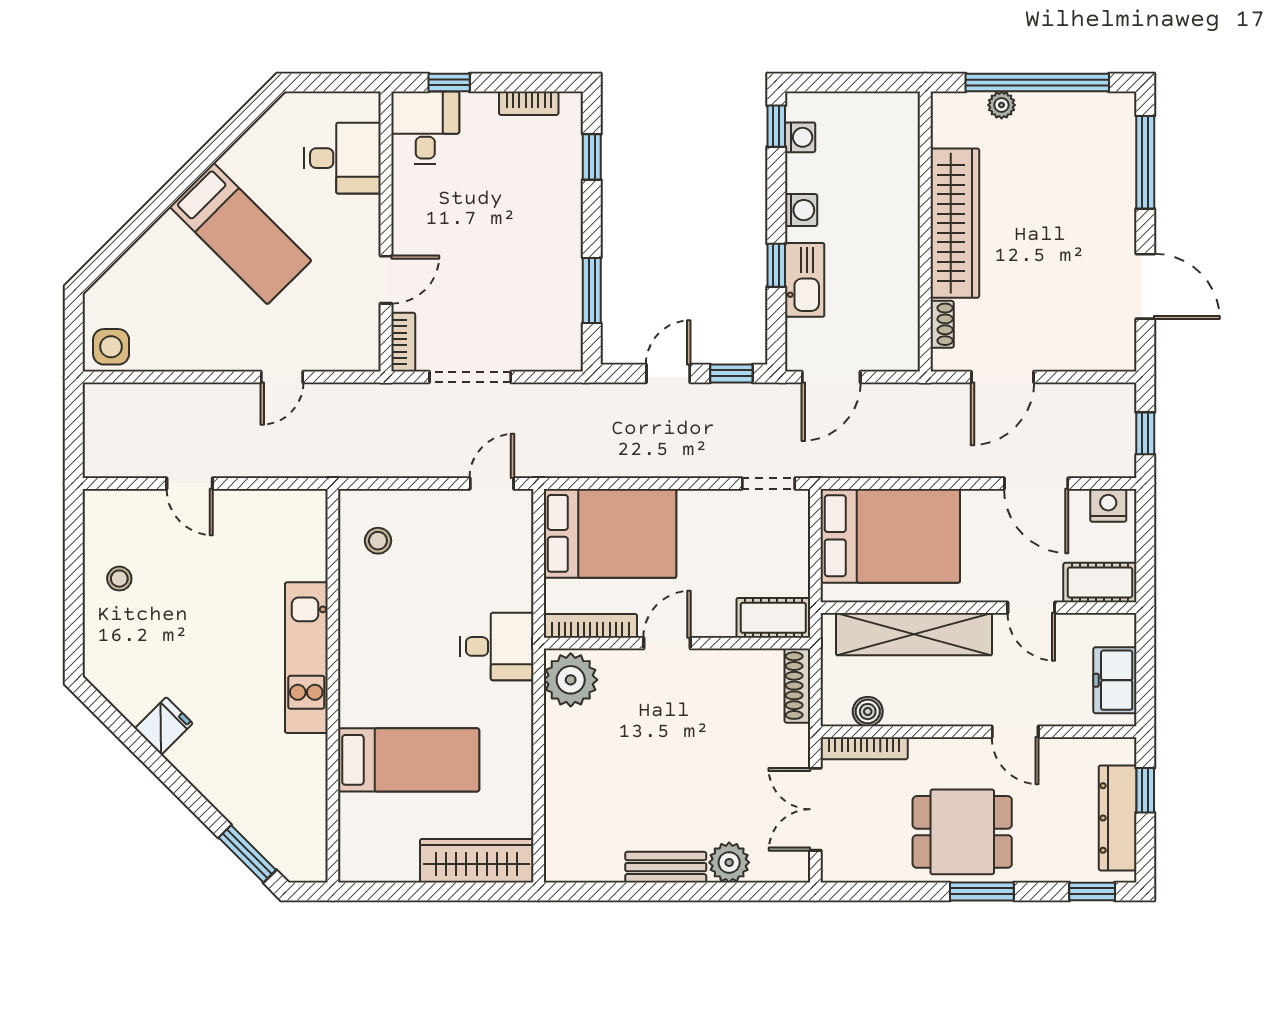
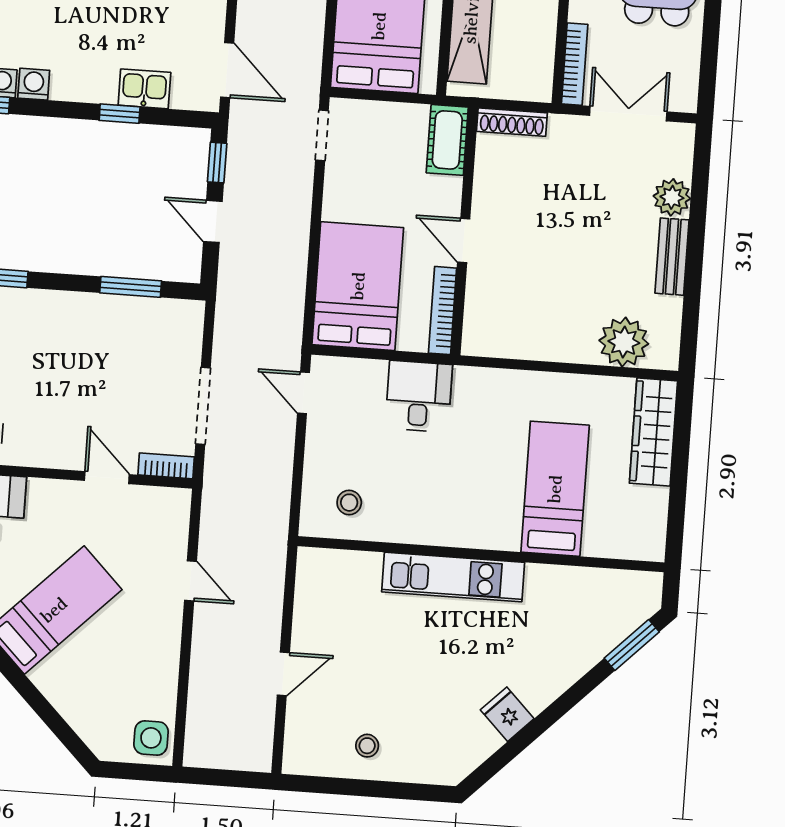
washing machine: (801, 210) -> (34, 84), moved
kitchen sink: (805, 280) -> (144, 89), width x0.73
desk: (497, 646) -> (419, 396), moved
plant: (571, 680) -> (624, 342), moved
boiler: (868, 712) -> (541, 58), removed
double door: (815, 809) -> (628, 114), swing flipped

